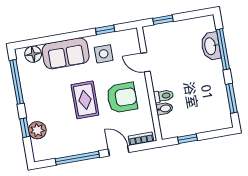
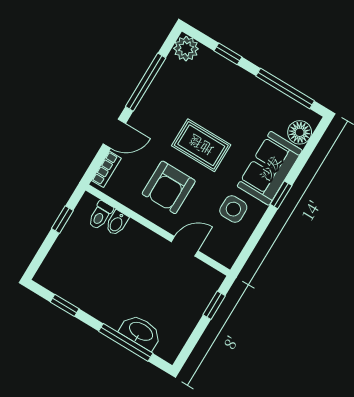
window: (105, 30) -> (281, 195), moved
toilet: (163, 96) -> (100, 215), moved
window: (232, 98) -> (65, 305), width x0.67
plant: (37, 130) -> (186, 49), moved

